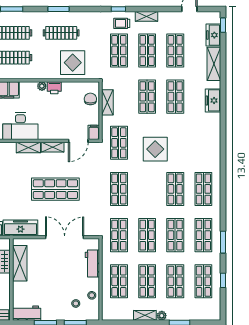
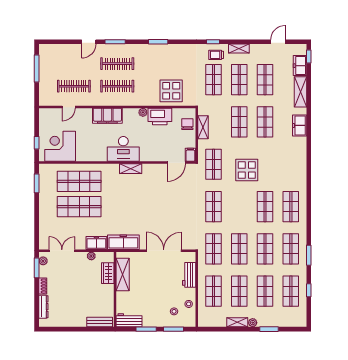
clothes rail: (61, 33) -> (161, 64), removed
printer: (54, 88) -> (160, 117), width x1.87, depth x1.48
shelving: (53, 147) -> (153, 168), removed
shop shelf: (55, 189) -> (155, 207), removed

